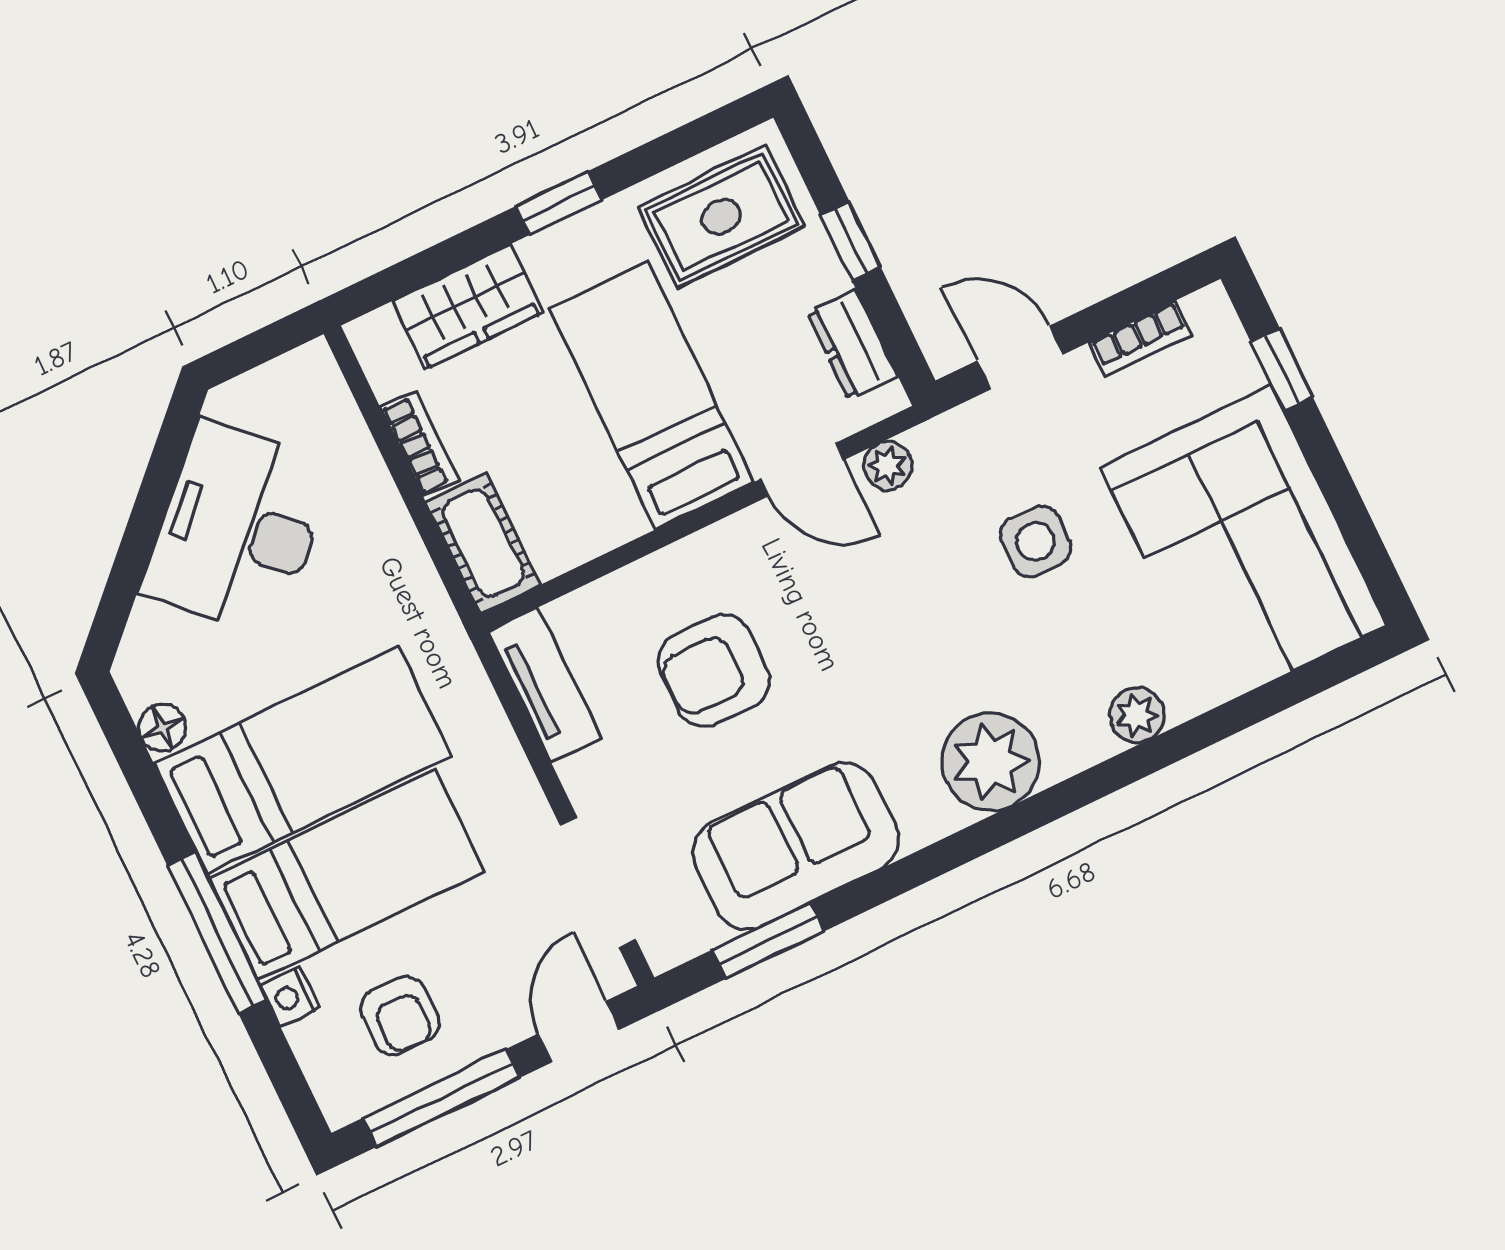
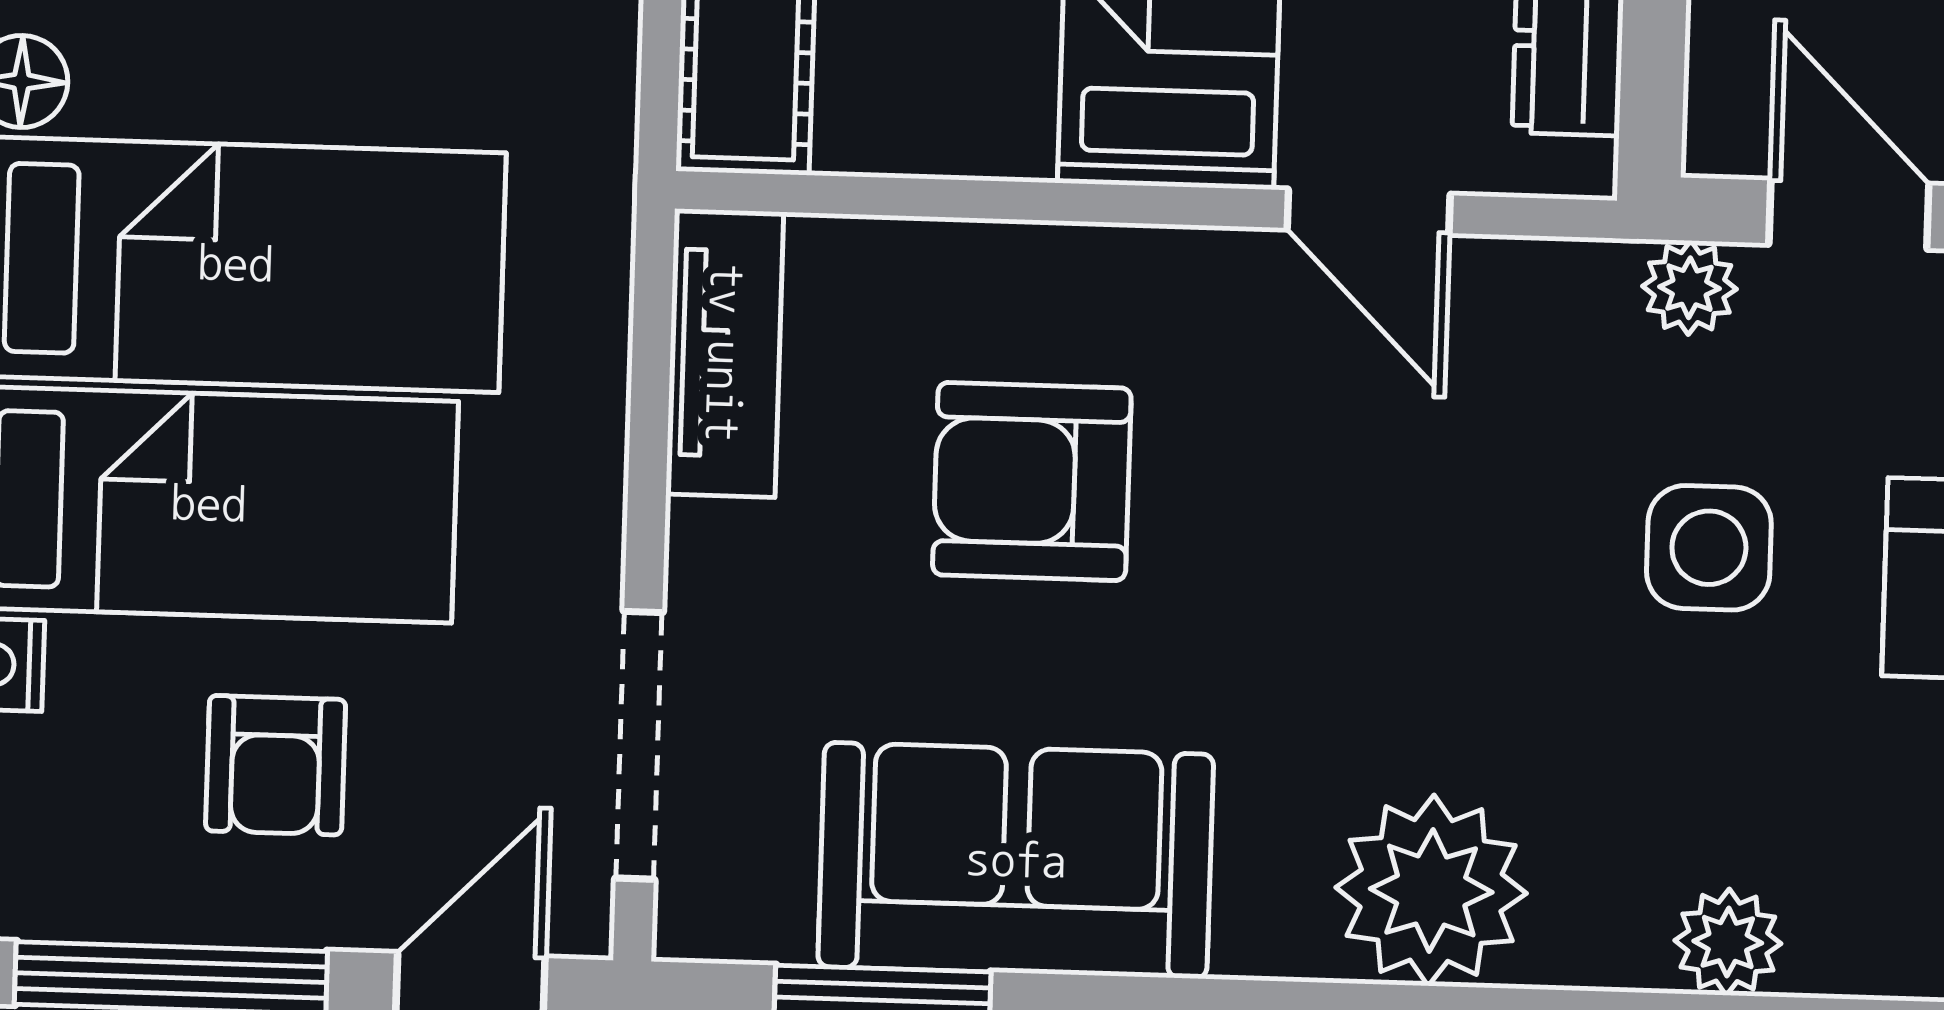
plant: (888, 466) -> (1689, 288), moved
armchair: (400, 1016) -> (276, 765), moved

